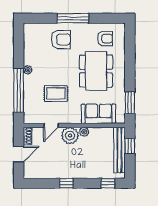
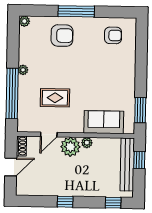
plant: (28, 28) -> (24, 21), added
dining table: (96, 71) -> (102, 73), removed

